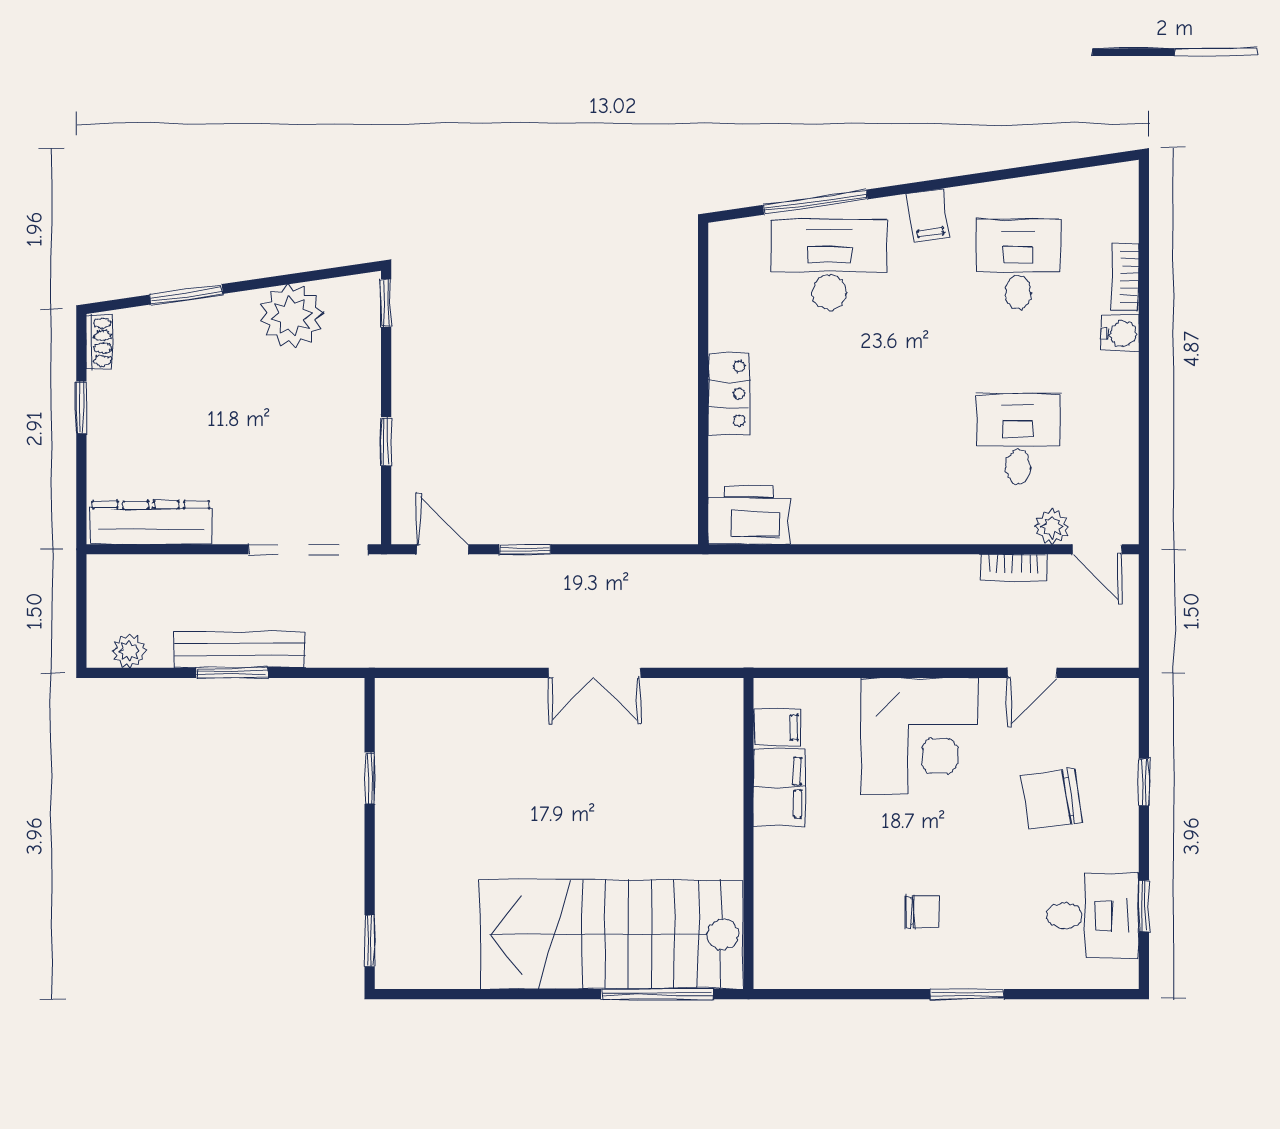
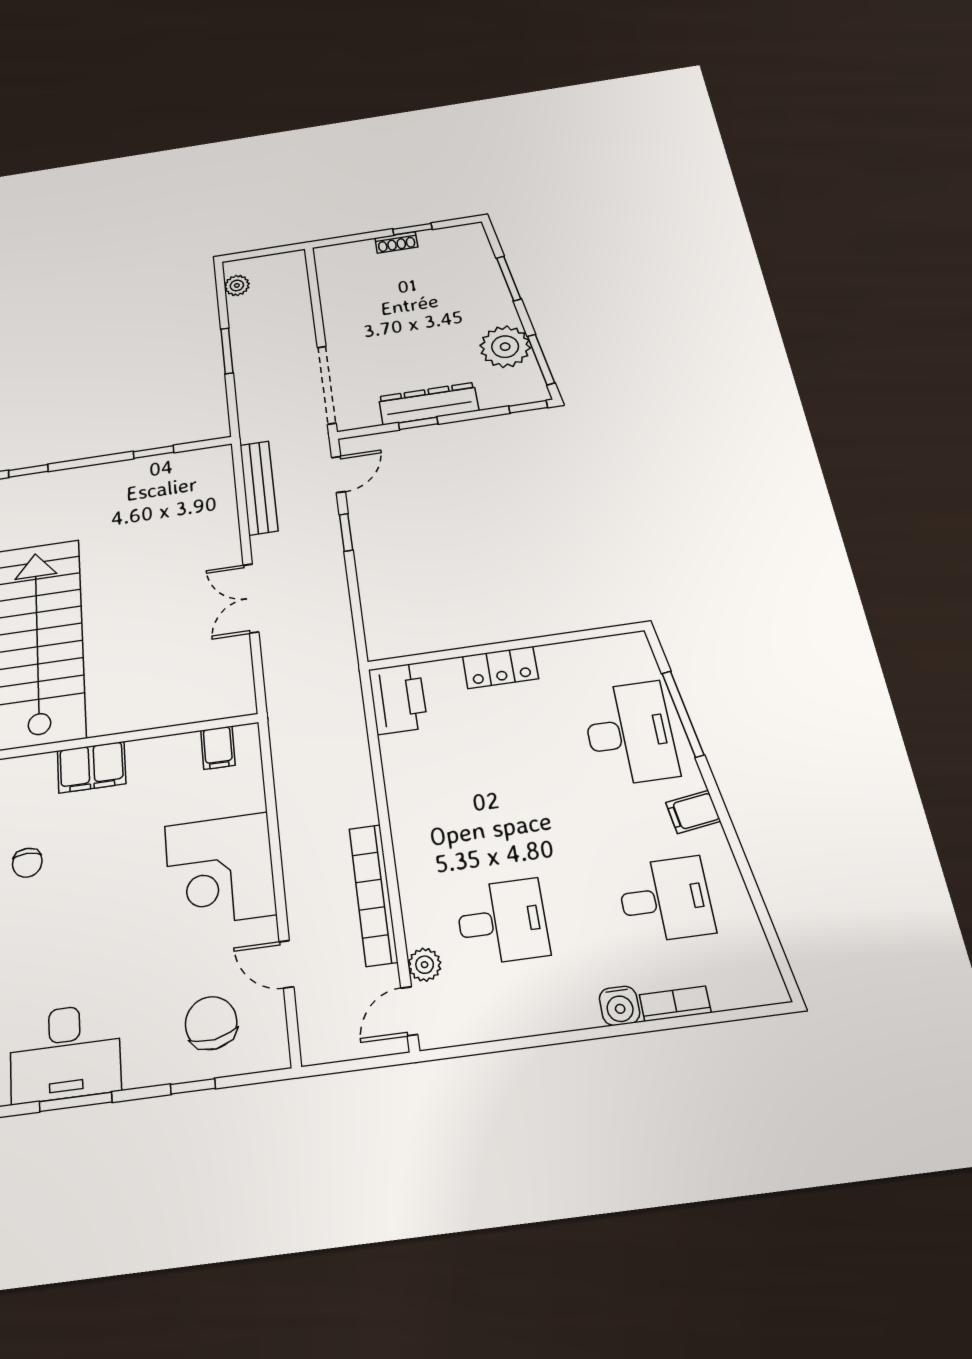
window: (319, 275) -> (541, 359), added
shoe rack: (99, 342) -> (396, 243), moved
dresser: (151, 523) -> (429, 404), moved, turned -90
bookcase: (1013, 567) -> (373, 894), width x2.31, depth x1.31
bench: (240, 650) -> (259, 488), moved
filing cabinet: (779, 788) -> (92, 767), moved
chair: (1052, 799) -> (211, 1023), moved
window: (1144, 906) -> (76, 1102), width x1.50
chair: (922, 912) -> (27, 863), moved
desk: (1093, 916) -> (65, 1053), width x1.37

